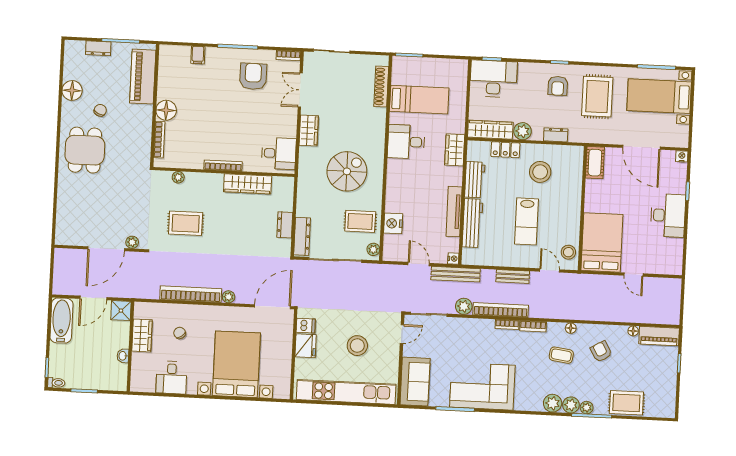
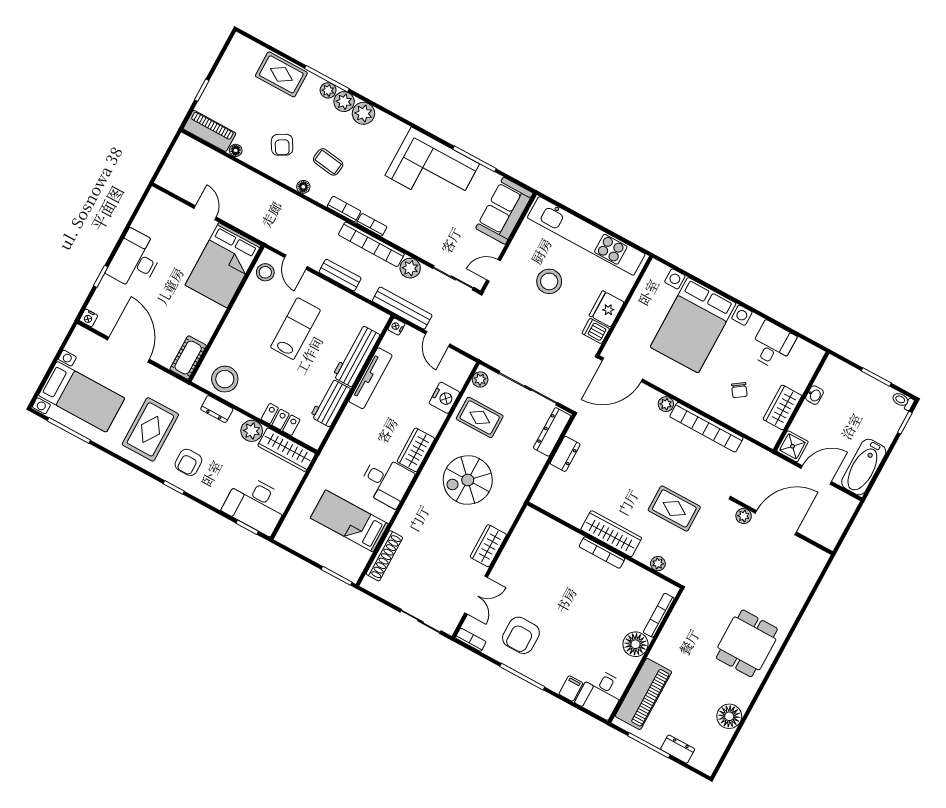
armchair: (558, 86) -> (188, 462), turned 180
chair: (100, 110) -> (709, 679), removed
wardrobe: (455, 150) -> (416, 450), moved, turned 180
desk: (279, 153) -> (601, 694), moved, turned -90
stool: (540, 172) -> (225, 379), moved
wardrobe: (248, 184) -> (611, 534), moved

